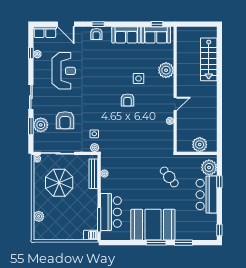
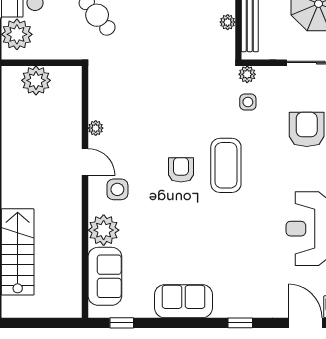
armchair: (96, 34) -> (244, 303), removed
sofa: (156, 35) -> (105, 276), moved, turned 90
side table: (139, 78) -> (117, 189), moved
coffee table: (105, 102) -> (226, 165), added
door: (175, 104) -> (85, 162), swing flipped

